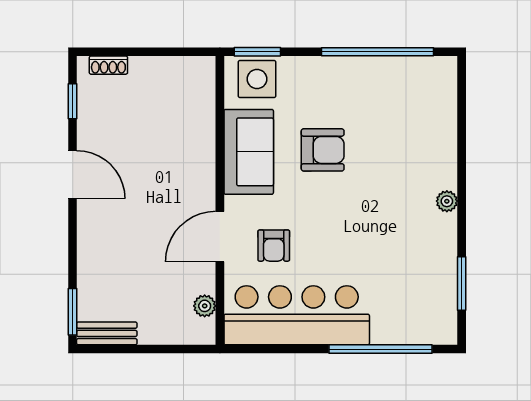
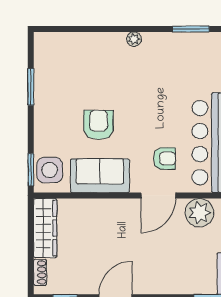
window: (378, 52) -> (31, 87), width x0.47
wardrobe: (173, 72) -> (45, 228), added
door: (220, 237) -> (158, 196), hinge flipped
plant: (205, 306) -> (199, 213), width x1.88, depth x1.88

